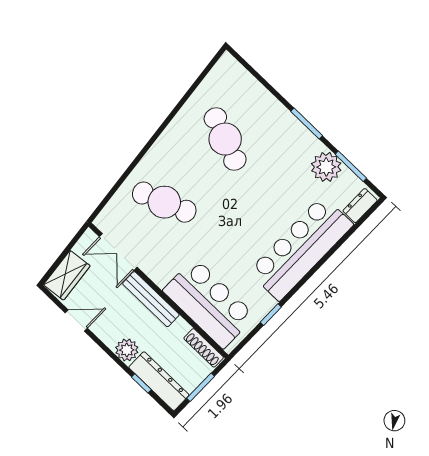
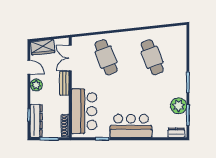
cafe table: (225, 139) -> (152, 57), turned -42
bar counter: (301, 248) -> (131, 126), width x0.73
bench: (151, 299) -> (64, 83), width x0.73
plant: (127, 350) -> (36, 85), moved

